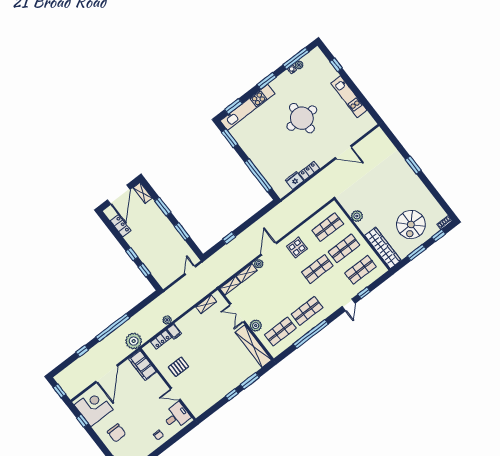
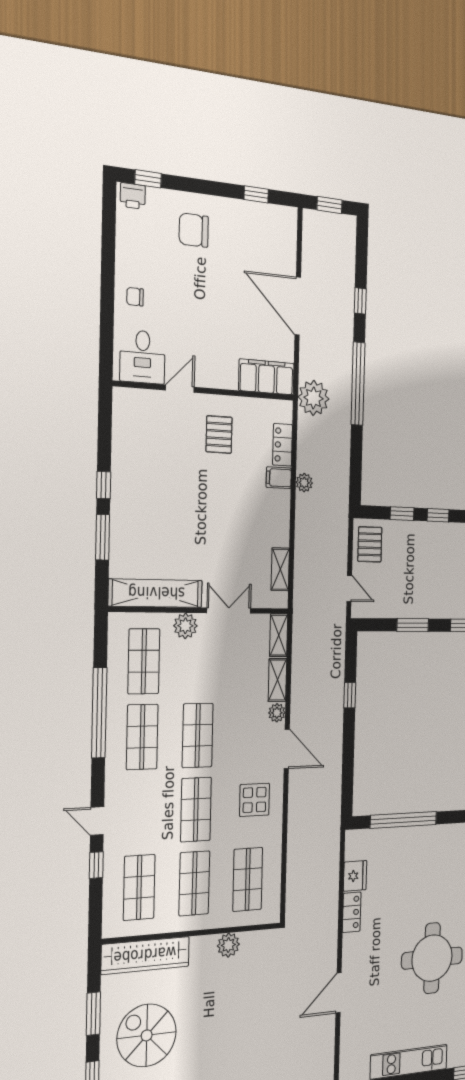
pallet: (167, 275) -> (370, 544), added
shop shelf: (291, 290) -> (198, 735), added
corner desk: (94, 407) -> (263, 234), removed

